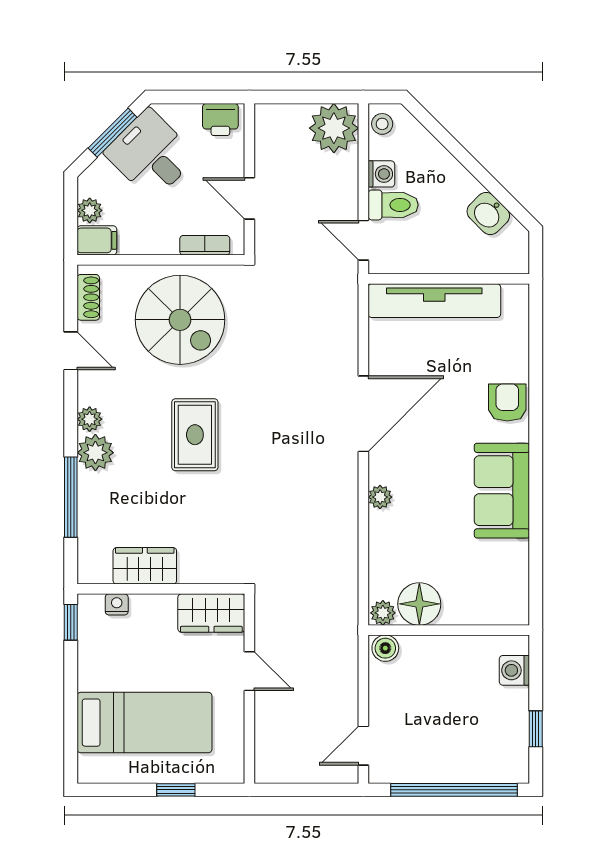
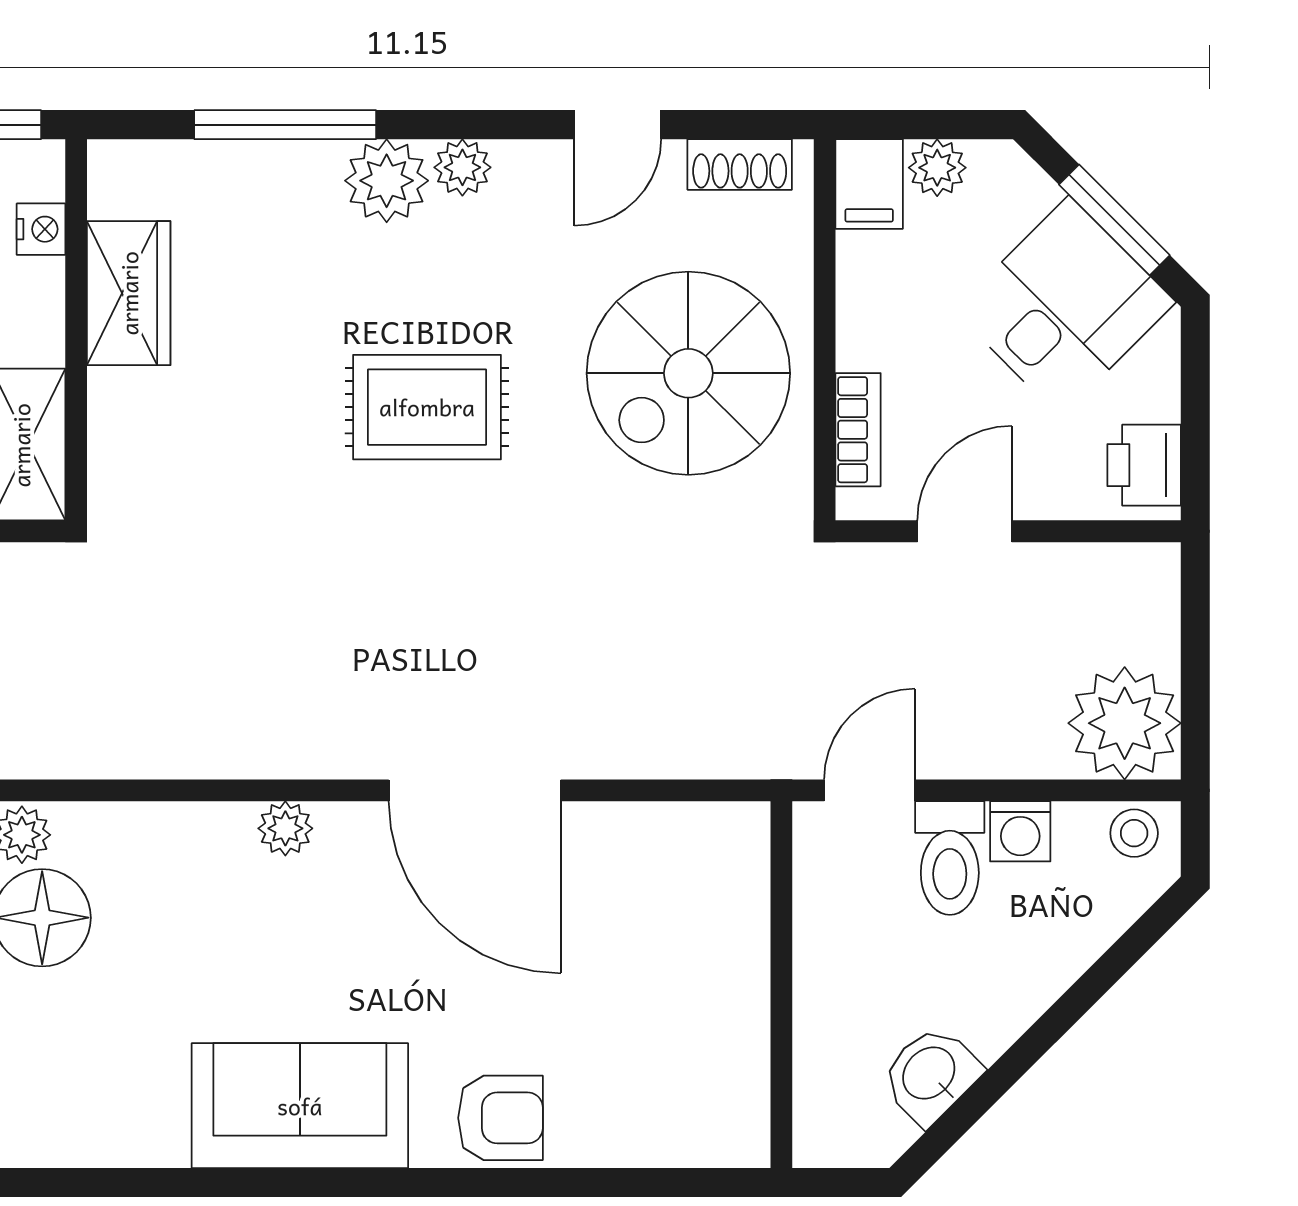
tv unit: (434, 301) -> (732, 952), removed

